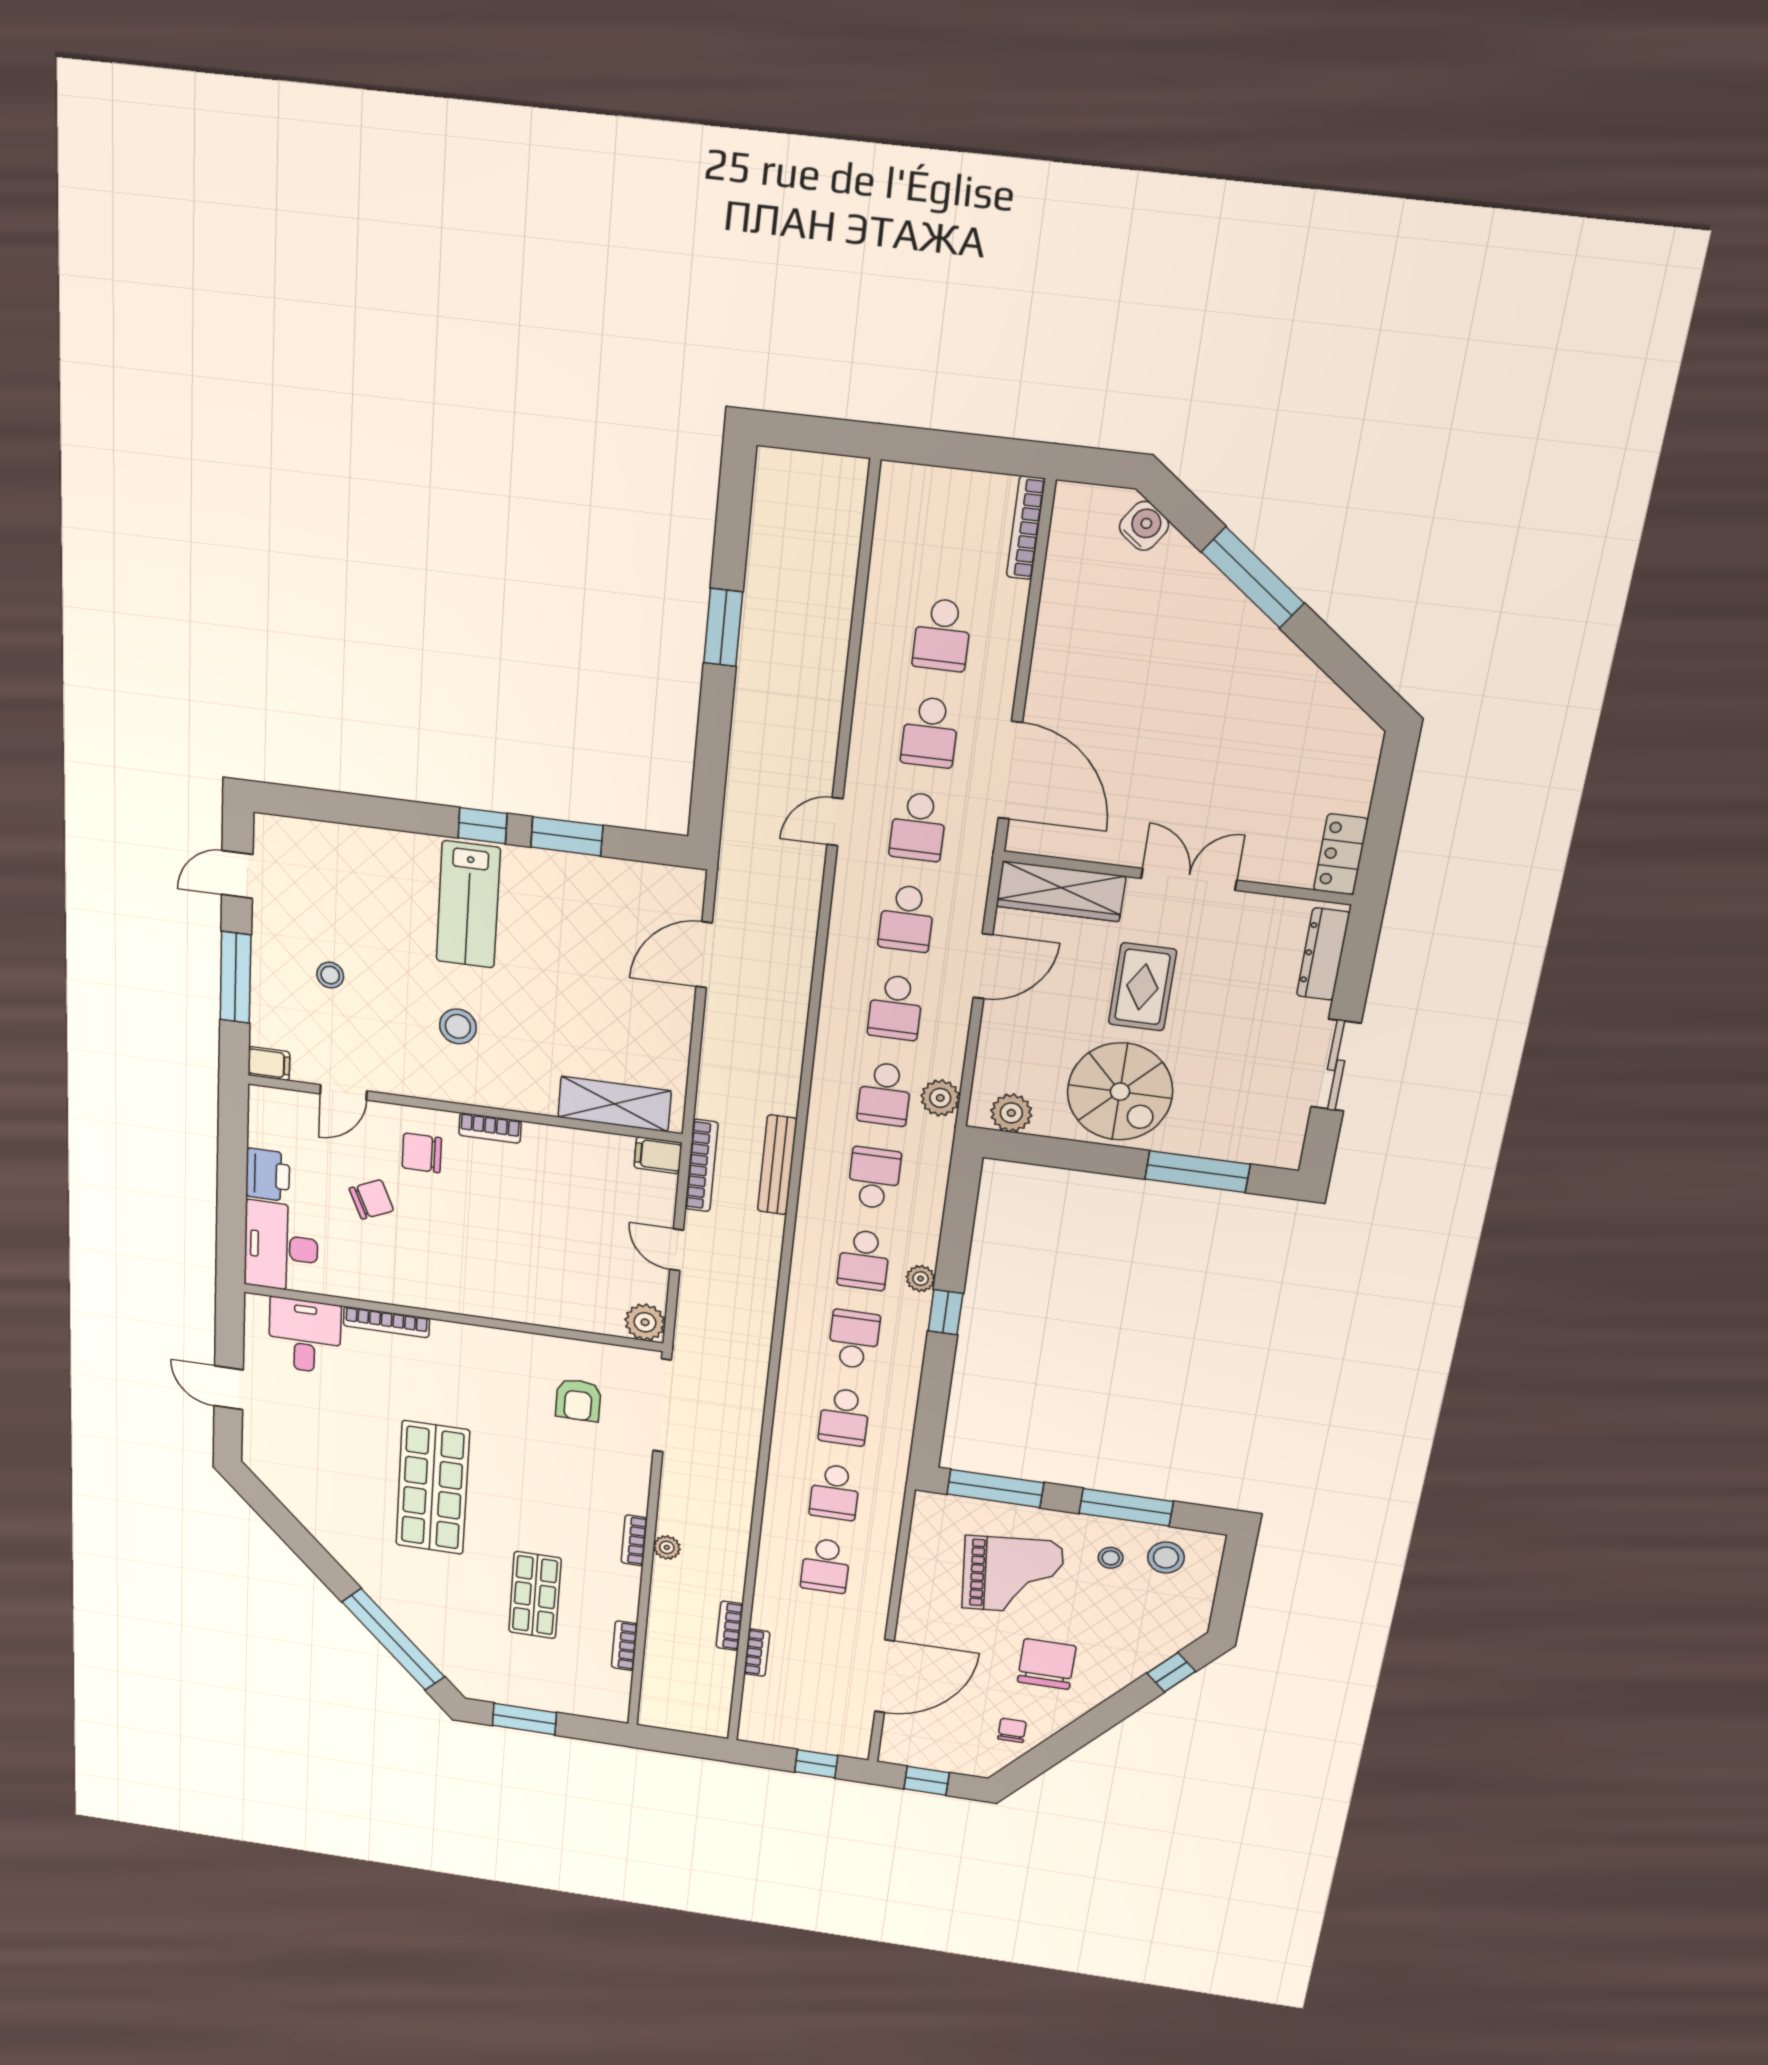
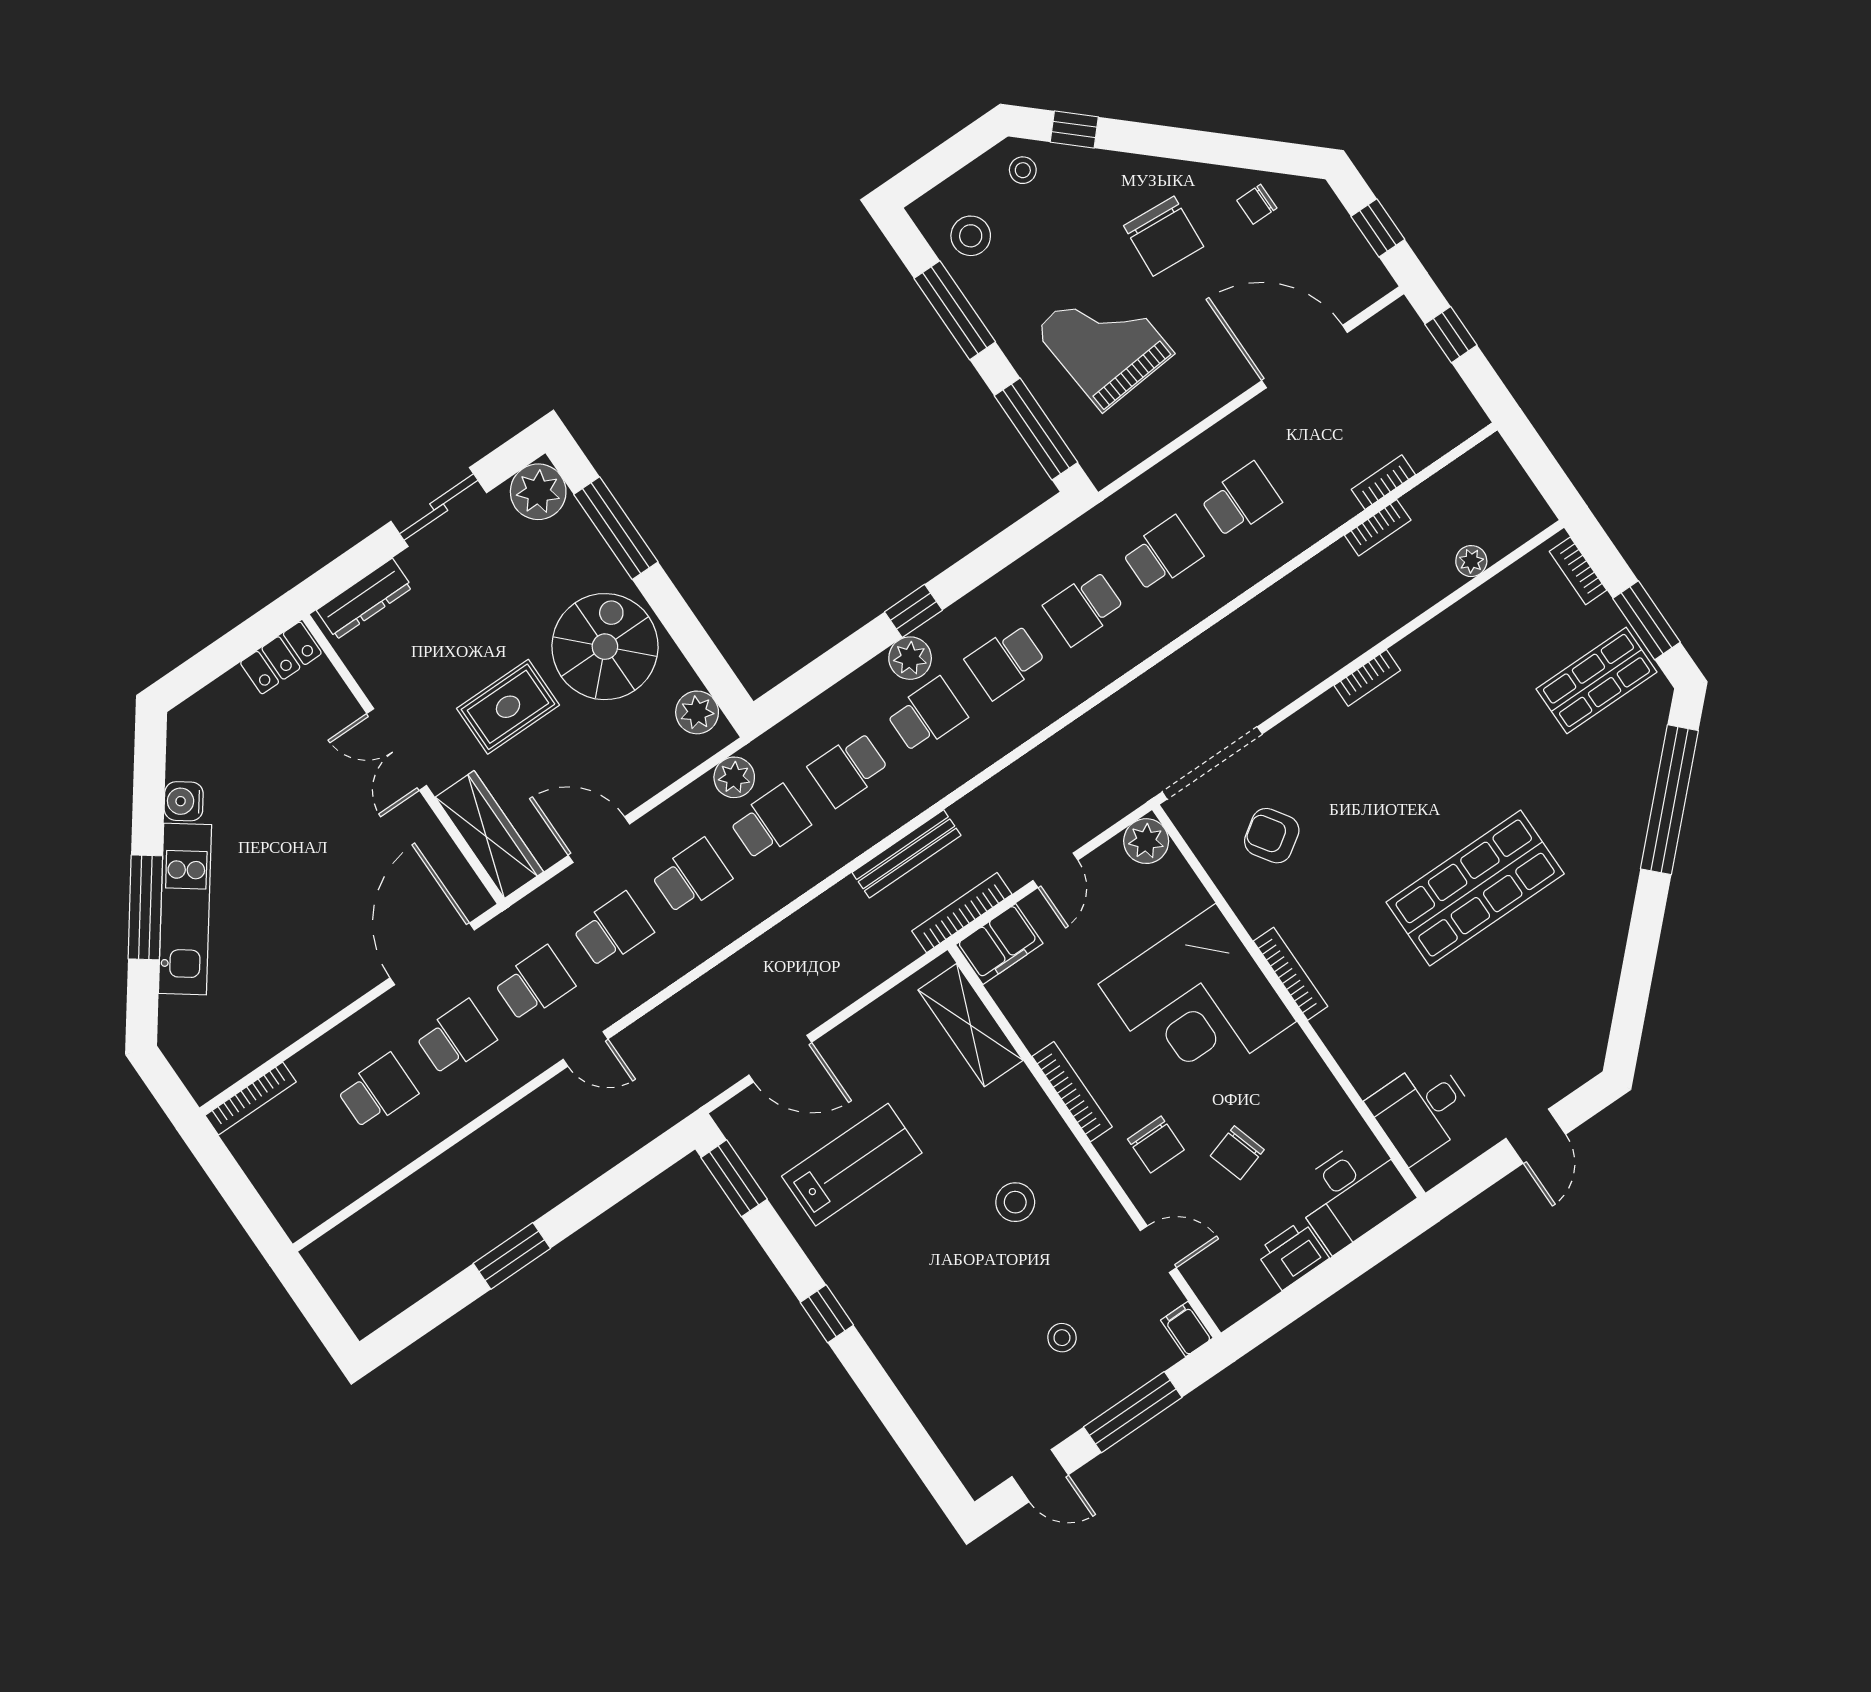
water cooler: (1144, 526) -> (184, 801), moved
kitchen unit: (1222, 609) -> (185, 909), added
window: (567, 836) -> (734, 1178), moved
lab bench: (468, 905) -> (852, 1165), moved
bookcase: (490, 1128) -> (1072, 1092), width x1.56
plant: (1277, 1142) -> (538, 492), added
filing cabinet: (658, 1155) -> (999, 944), width x2.00
chair: (371, 1199) -> (1237, 1153), turned -83
corner desk: (501, 1261) -> (1197, 1003), added
plant: (921, 1279) -> (910, 658), width x1.38, depth x1.38
bookcase: (386, 1322) -> (1291, 974), moved
armchair: (578, 1400) -> (1272, 836), turned -124
school desk: (844, 1417) -> (1084, 608), turned 180
plant: (667, 1547) -> (1471, 561), moved
stool: (1111, 1558) -> (1023, 170), moved
shop shelf: (535, 1595) -> (1596, 680), moved
bookcase: (625, 1646) -> (1578, 571), moved, turned 90
chair: (1047, 1664) -> (1164, 236), turned -86

